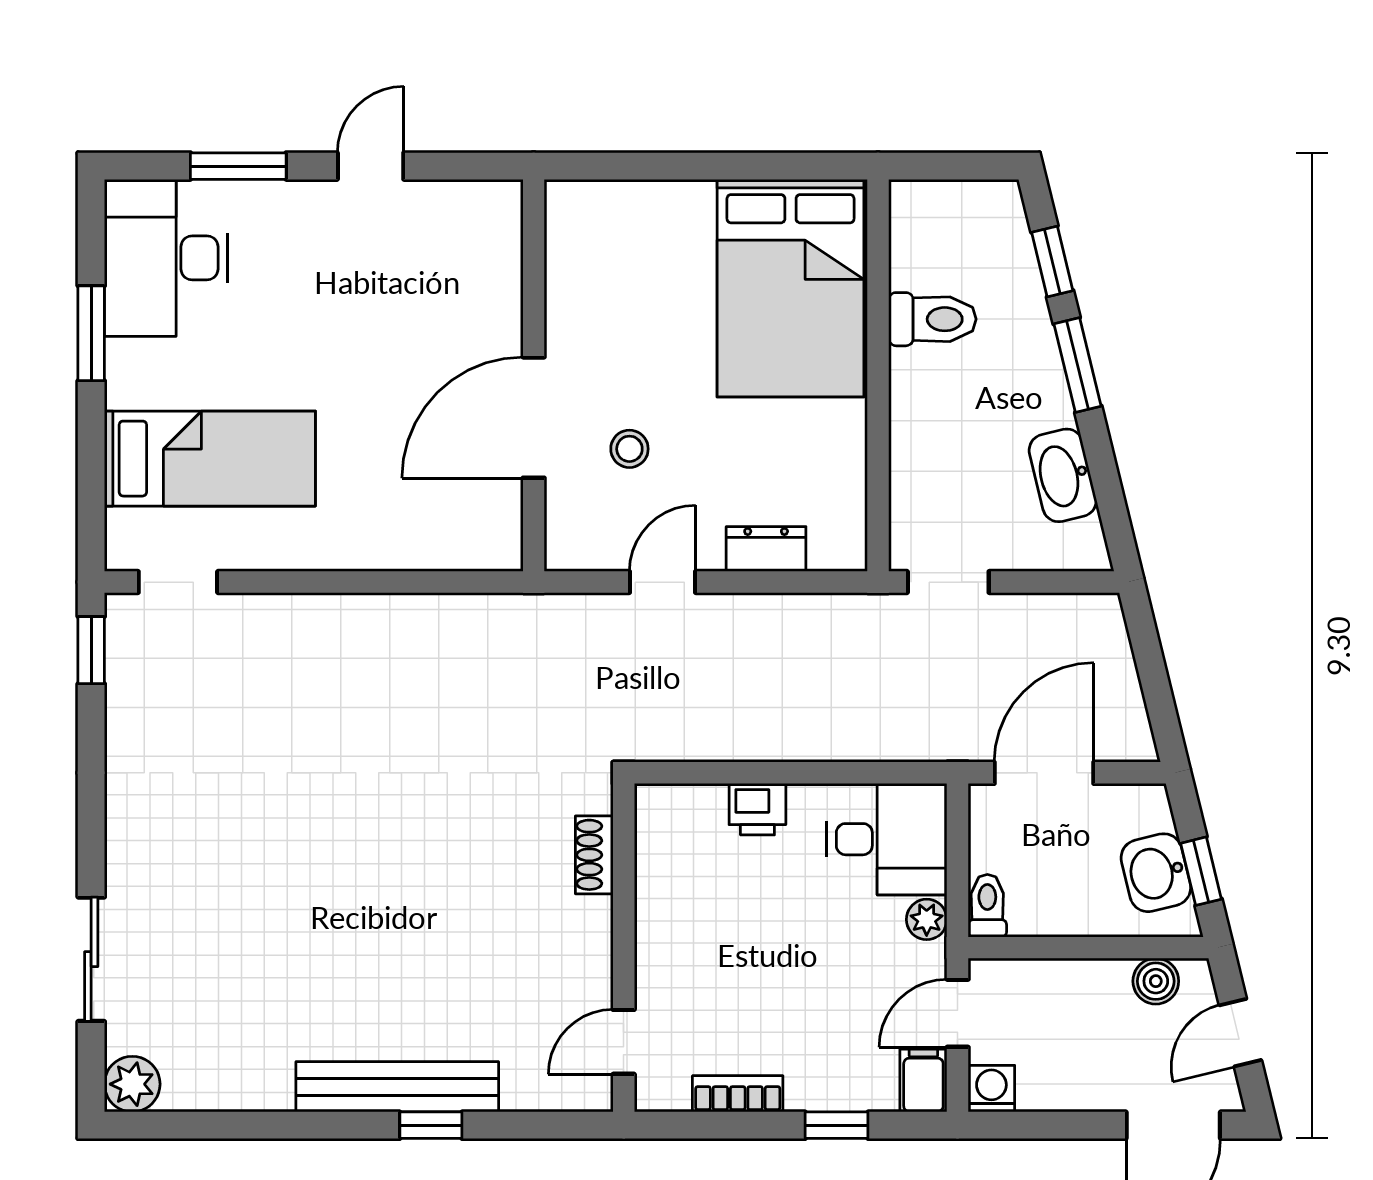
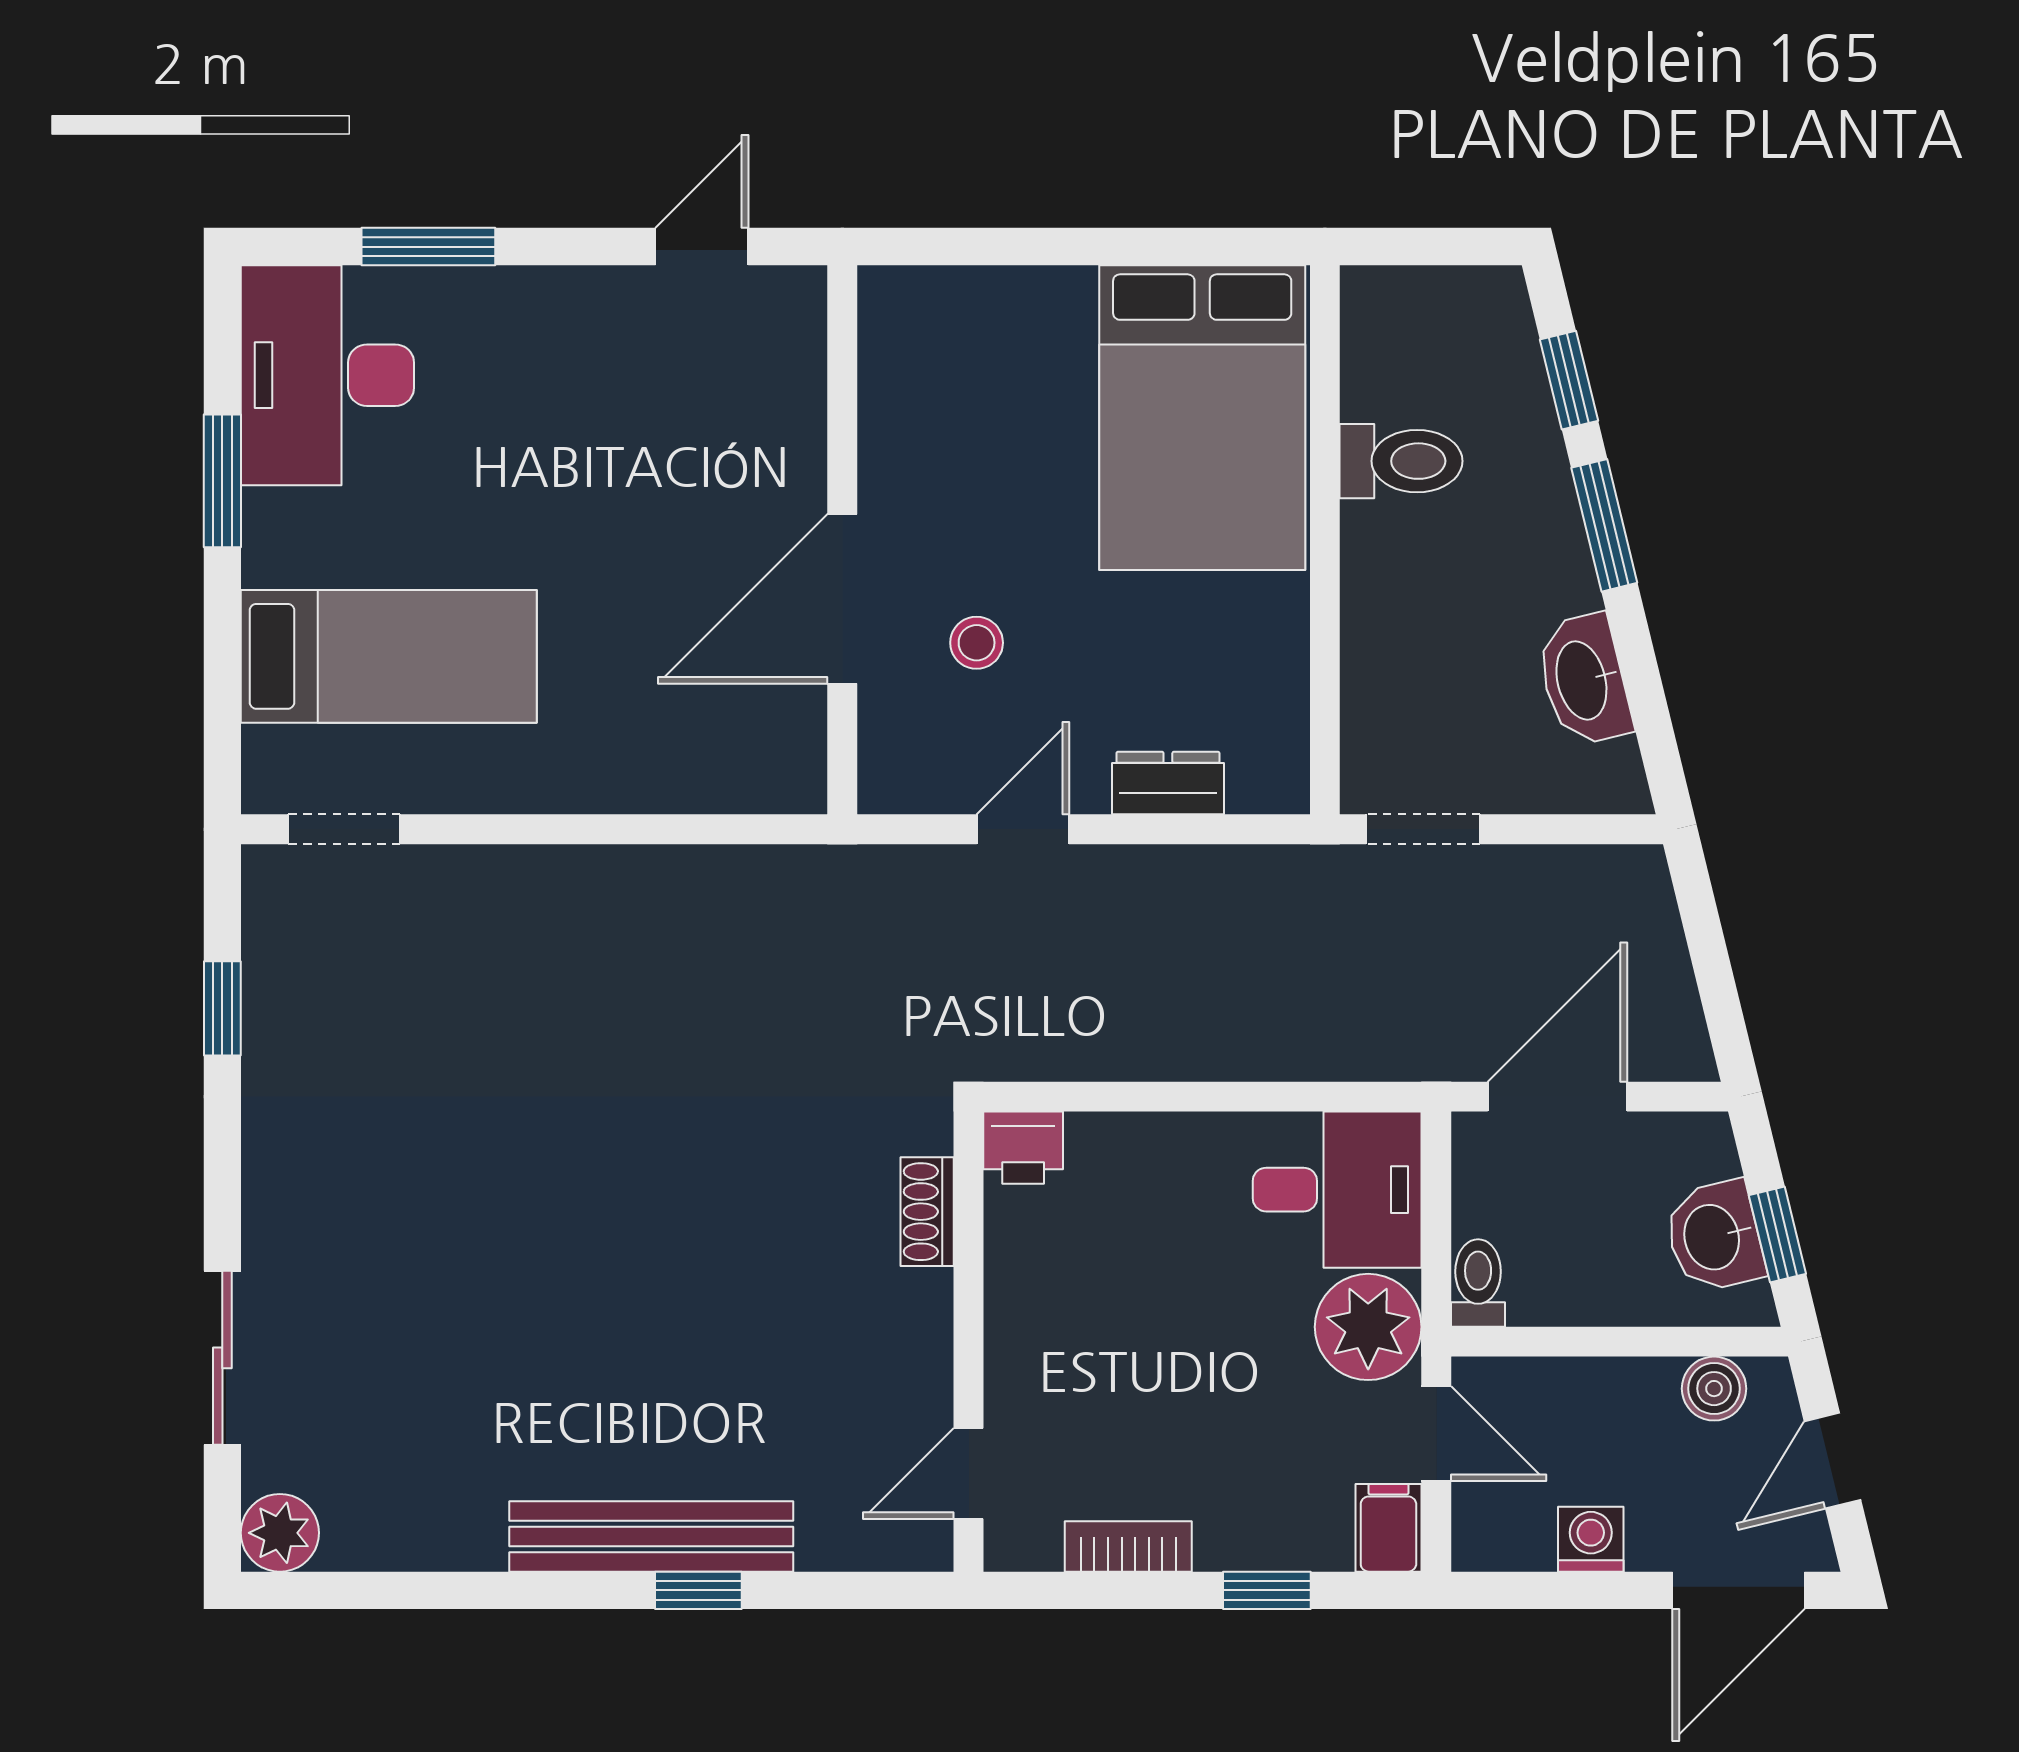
door: (371, 166) -> (702, 247), moved
window: (91, 650) -> (222, 1008), moved
printer: (757, 809) -> (1023, 1148), moved
plant: (927, 919) -> (1368, 1327), width x1.88, depth x1.88
door: (958, 1013) -> (1436, 1434), swing flipped
washing machine: (991, 1089) -> (1591, 1539), moved

